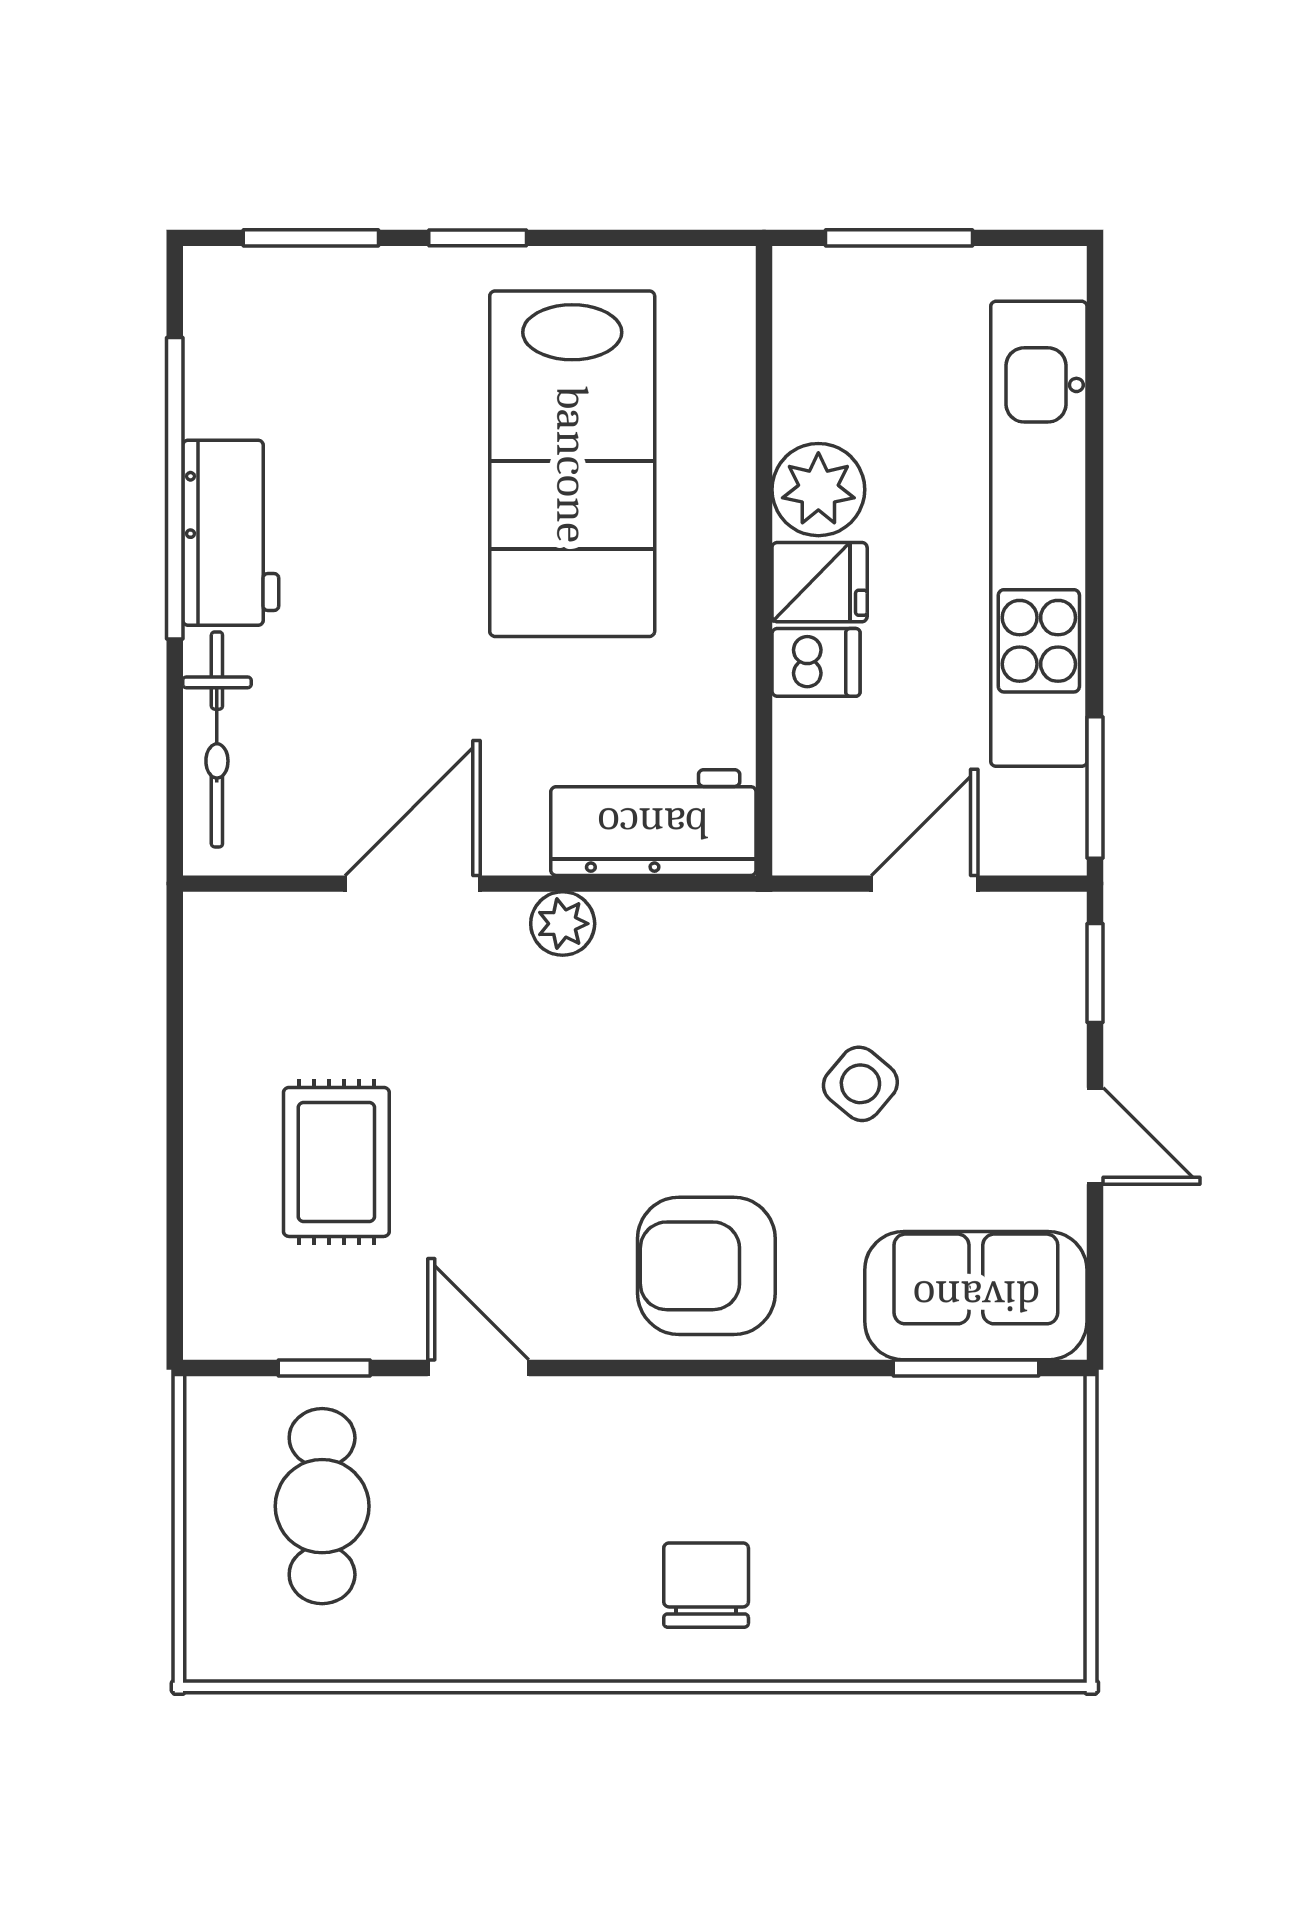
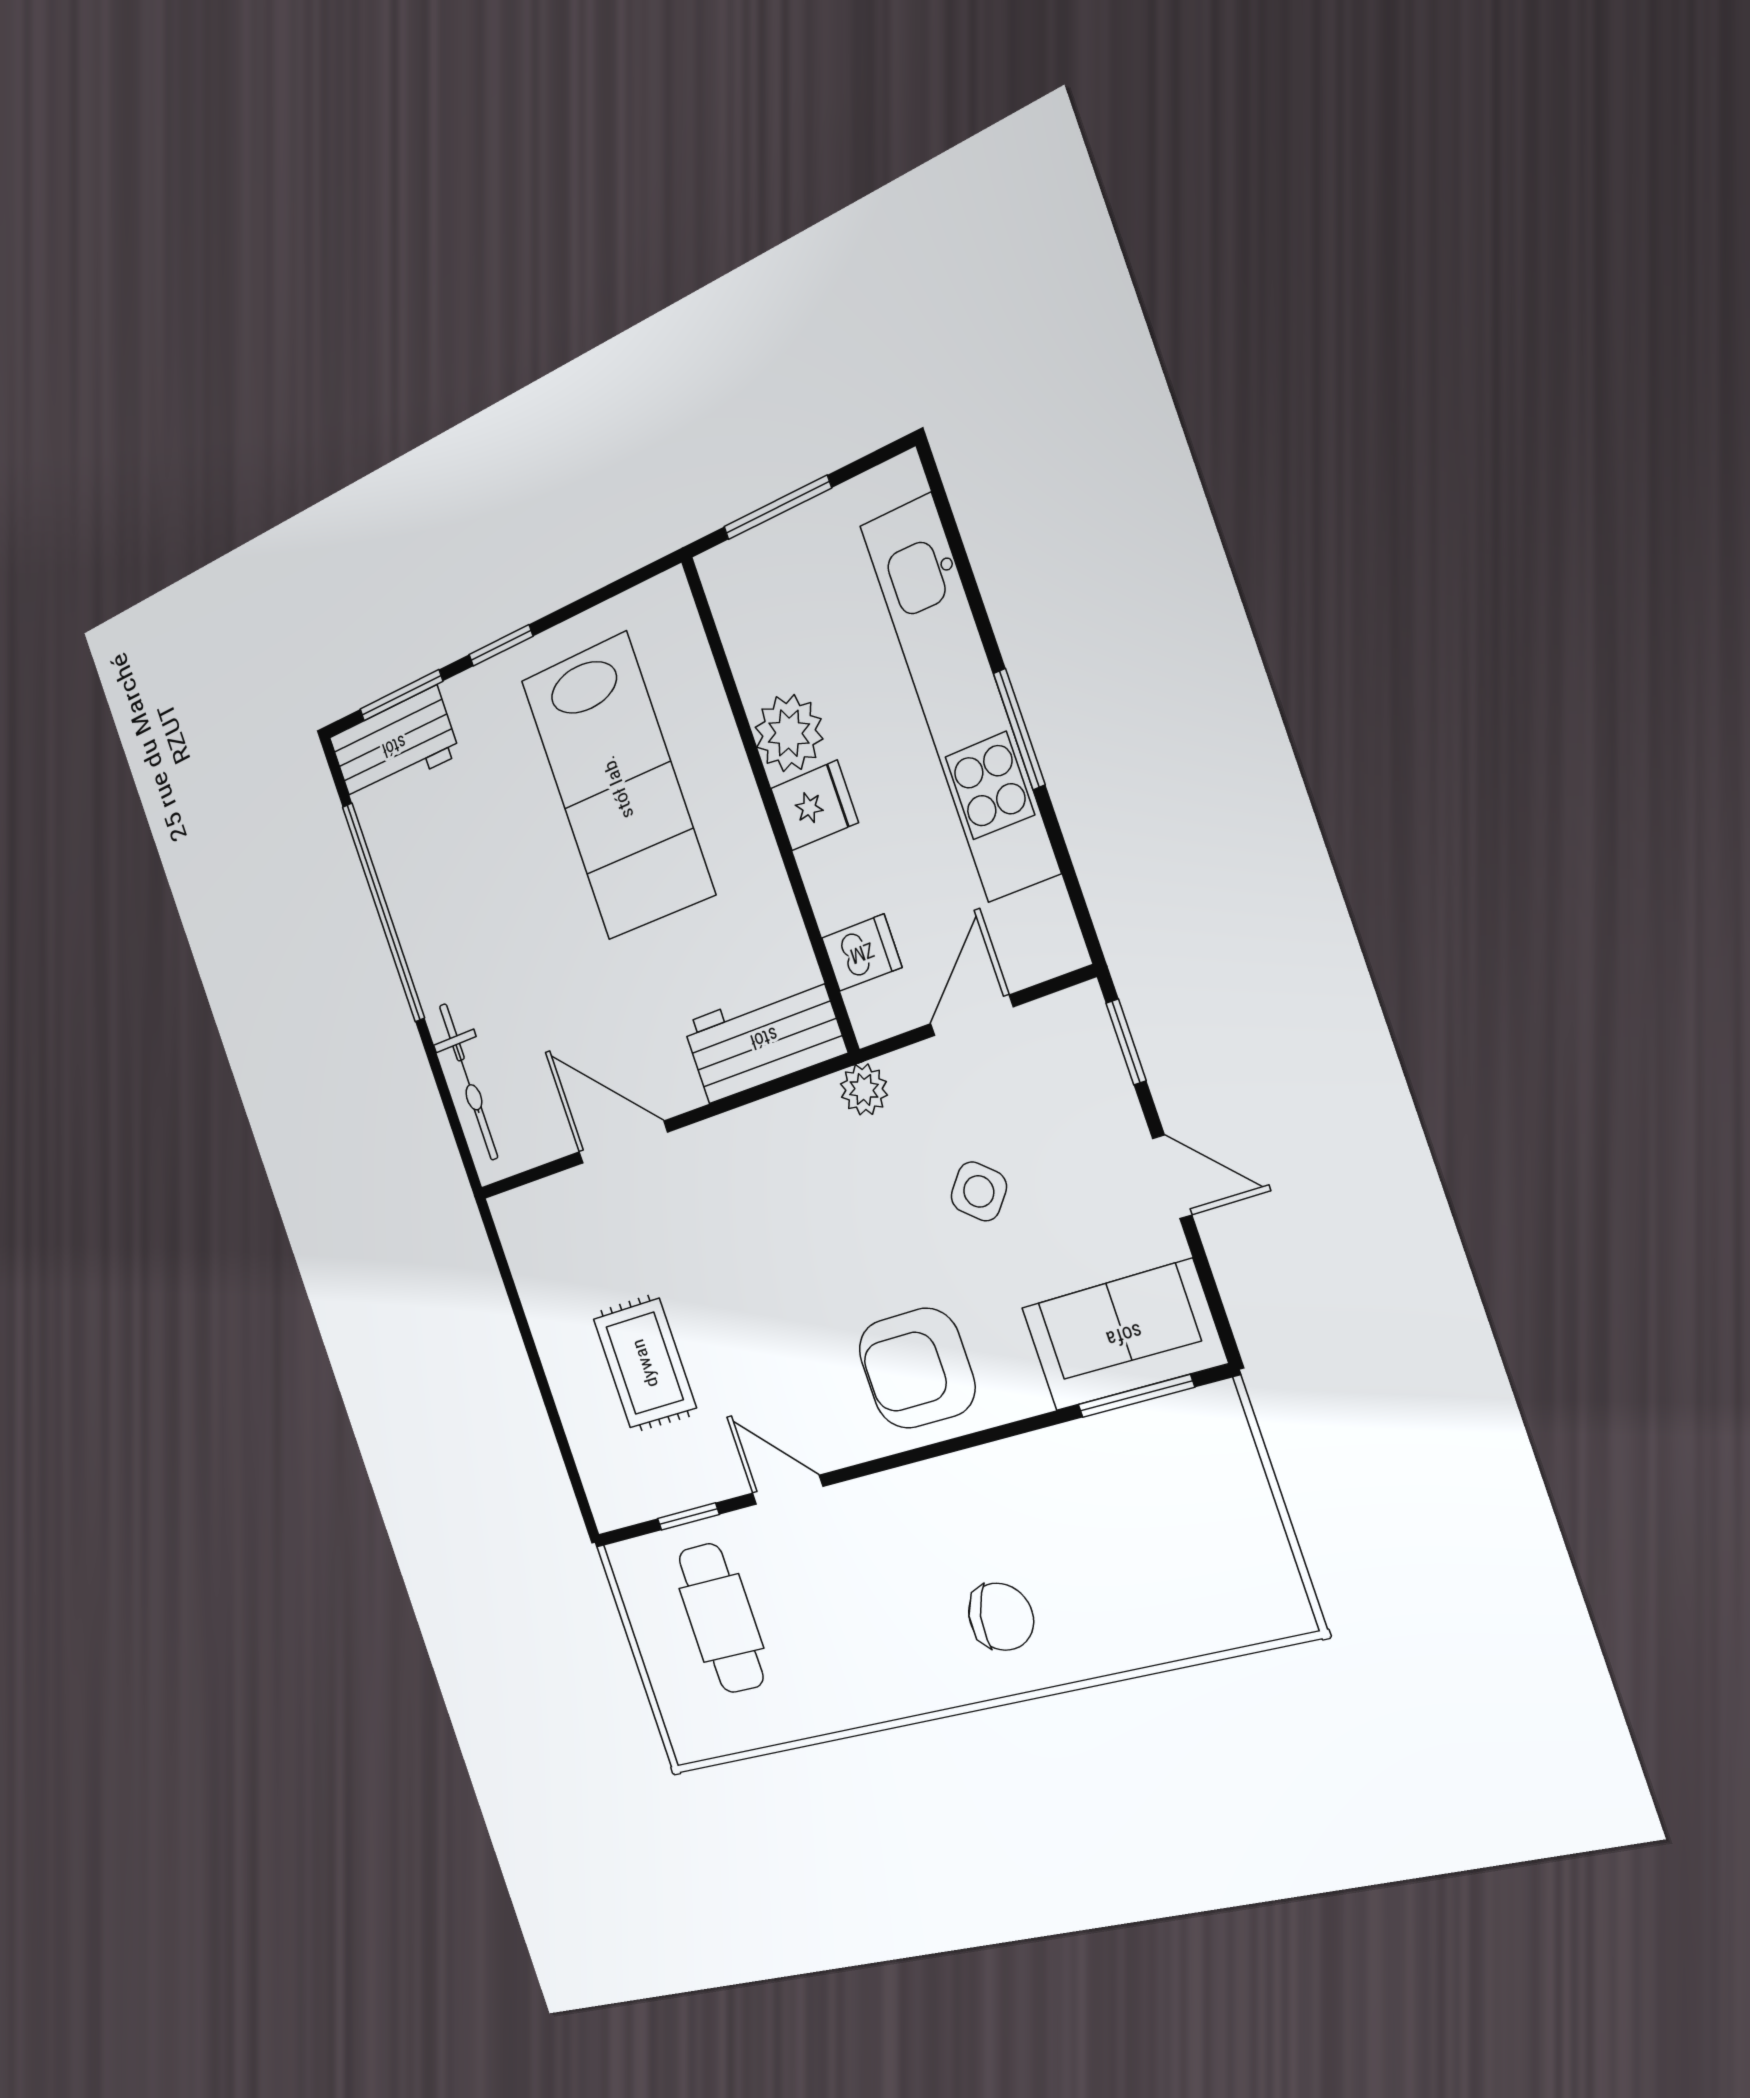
workbench: (231, 533) -> (394, 746), moved, turned 90
dishwasher: (816, 662) -> (862, 953), moved
window: (1095, 788) -> (1019, 729), moved
door: (413, 884) -> (623, 1142), hinge flipped
plant: (563, 924) -> (864, 1089), moved
chair: (706, 1585) -> (1001, 1617), turned 103

